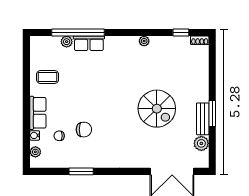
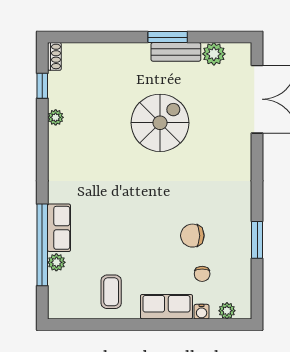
plant: (144, 41) -> (56, 117), moved
chair: (84, 130) -> (192, 236), turned -90

